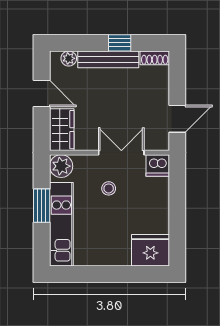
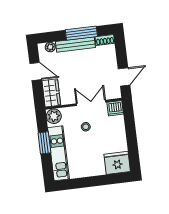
window: (120, 43) -> (81, 33), width x2.17

